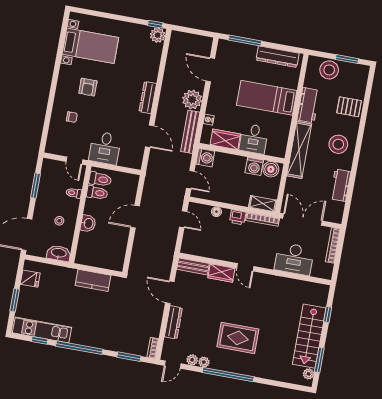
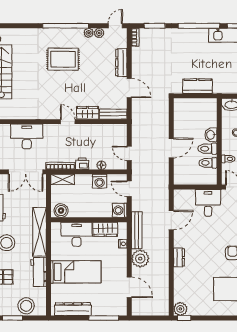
dresser: (148, 97) -> (179, 258), width x0.70
door: (150, 136) -> (171, 220), swing flipped
desk: (254, 139) -> (77, 234), width x1.37
washing machine: (254, 166) -> (100, 181), moved, turned 180
toilet: (100, 179) -> (207, 149), moved

